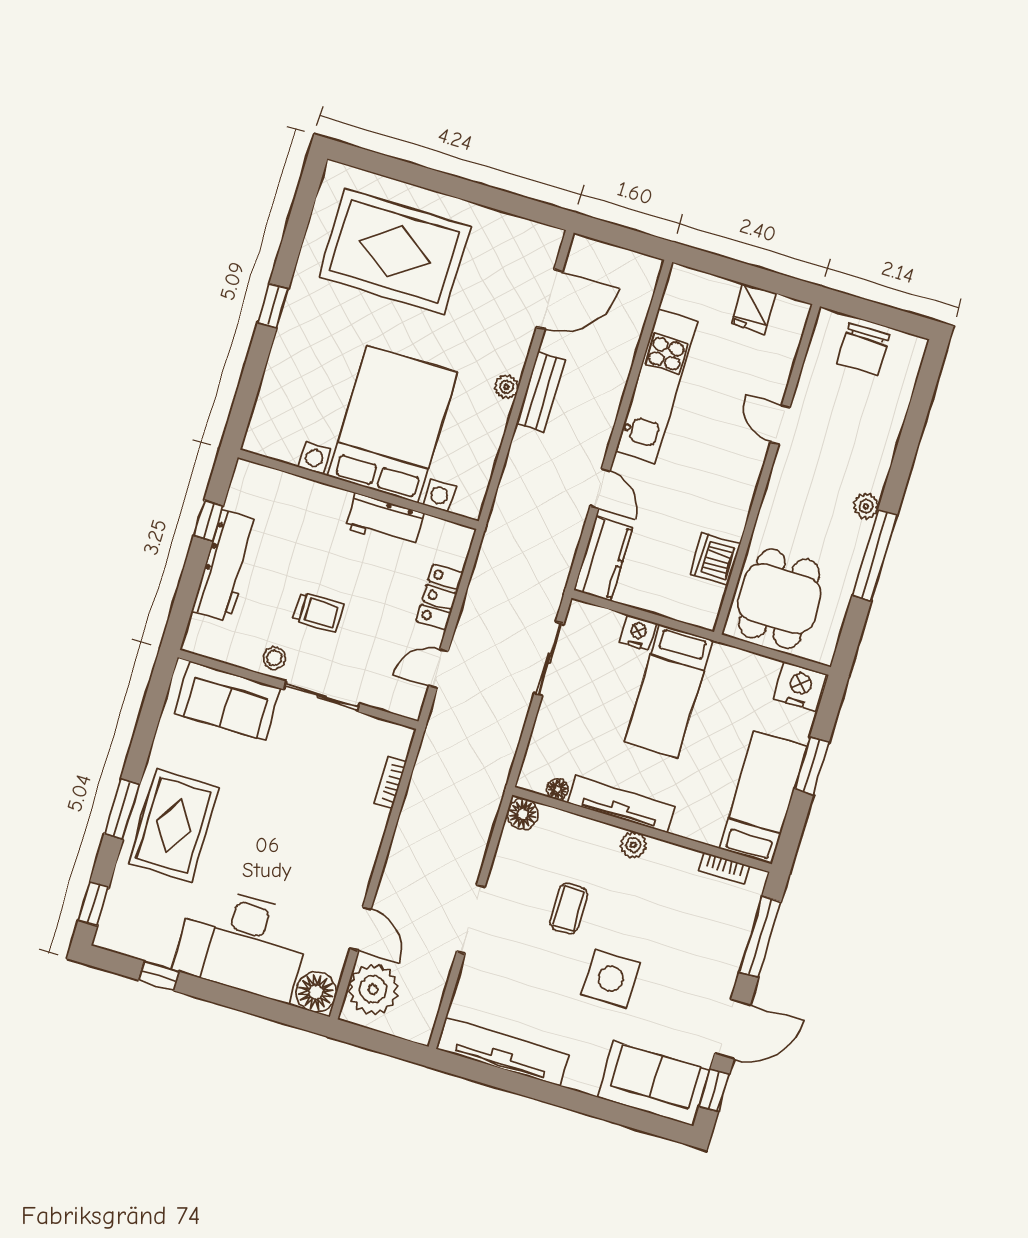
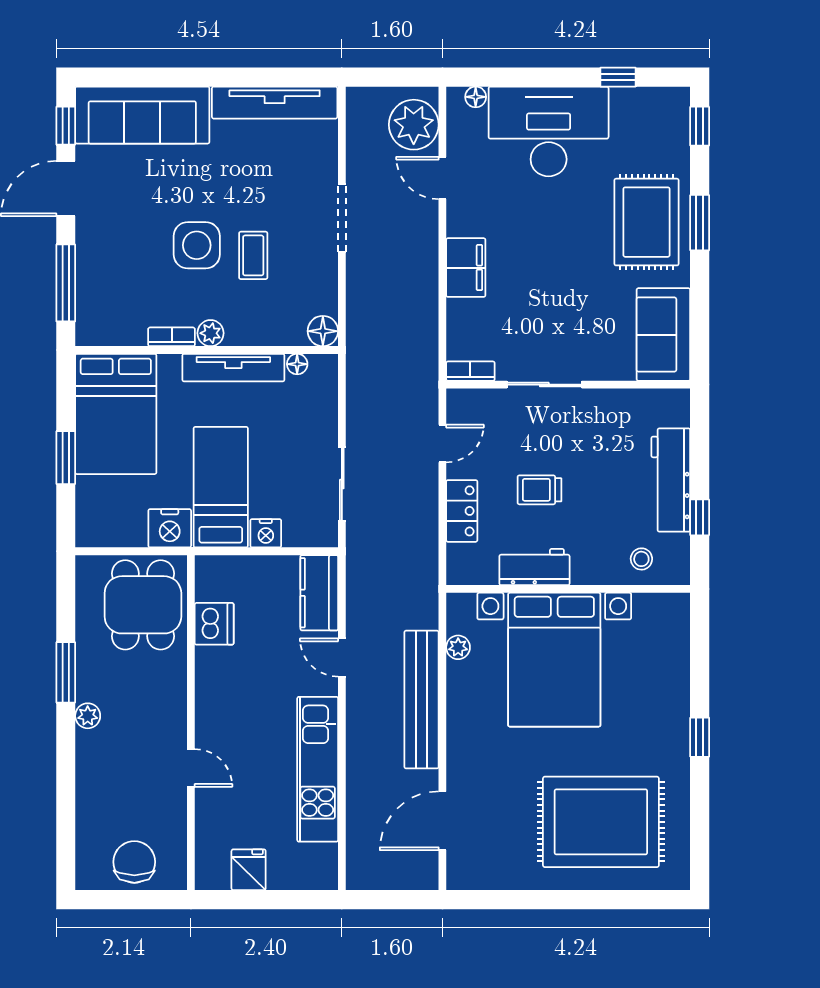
plant: (507, 387) -> (458, 647), moved
bench: (541, 392) -> (422, 700), width x1.86, depth x1.21
window: (875, 555) -> (66, 672), width x0.69
trolley: (318, 612) -> (539, 490), moved
stool: (274, 658) -> (641, 559), moved
nightstand: (800, 687) -> (170, 528), moved
sofa: (228, 701) -> (663, 335), moved, turned -90
bookcase: (390, 782) -> (470, 371), moved, turned -90
bed: (763, 798) -> (116, 414), width x1.50
filing cabinet: (364, 834) -> (466, 268), added
bookcase: (724, 868) -> (172, 337), moved
side table: (611, 979) -> (197, 245), moved
floor lamp: (316, 992) -> (476, 97), width x0.53, depth x0.53
sofa: (653, 1084) -> (142, 115), width x1.36

